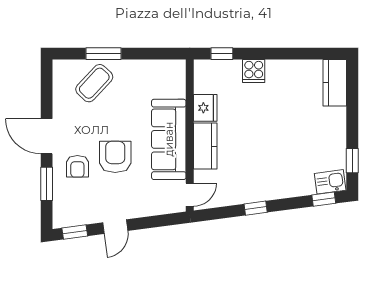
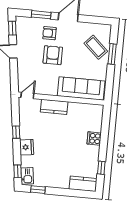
window: (222, 54) -> (101, 168), moved
fridge: (205, 108) -> (27, 147), moved, turned -98
sofa: (169, 139) -> (81, 89), moved
armchair: (115, 157) -> (53, 55), turned -90
door: (190, 195) -> (27, 95), swing flipped

